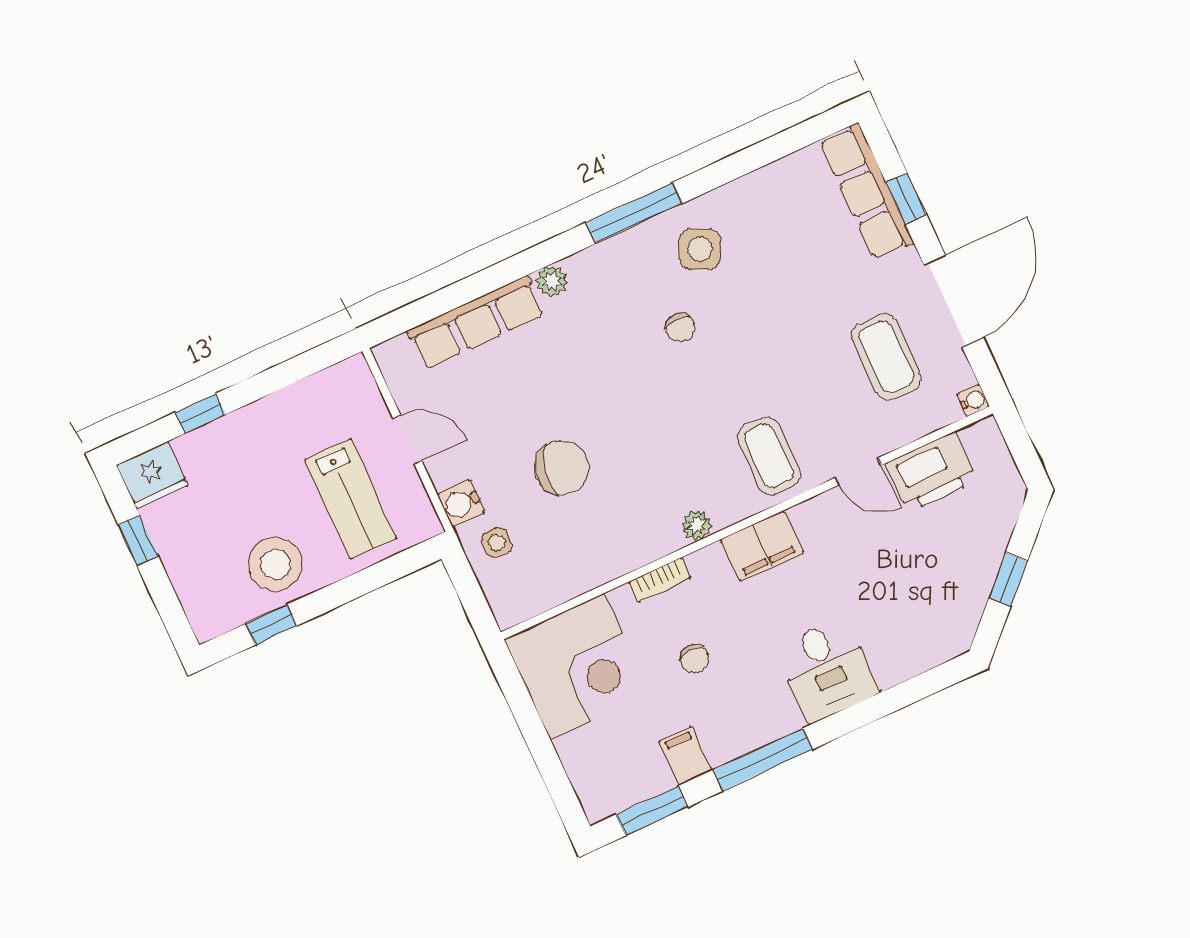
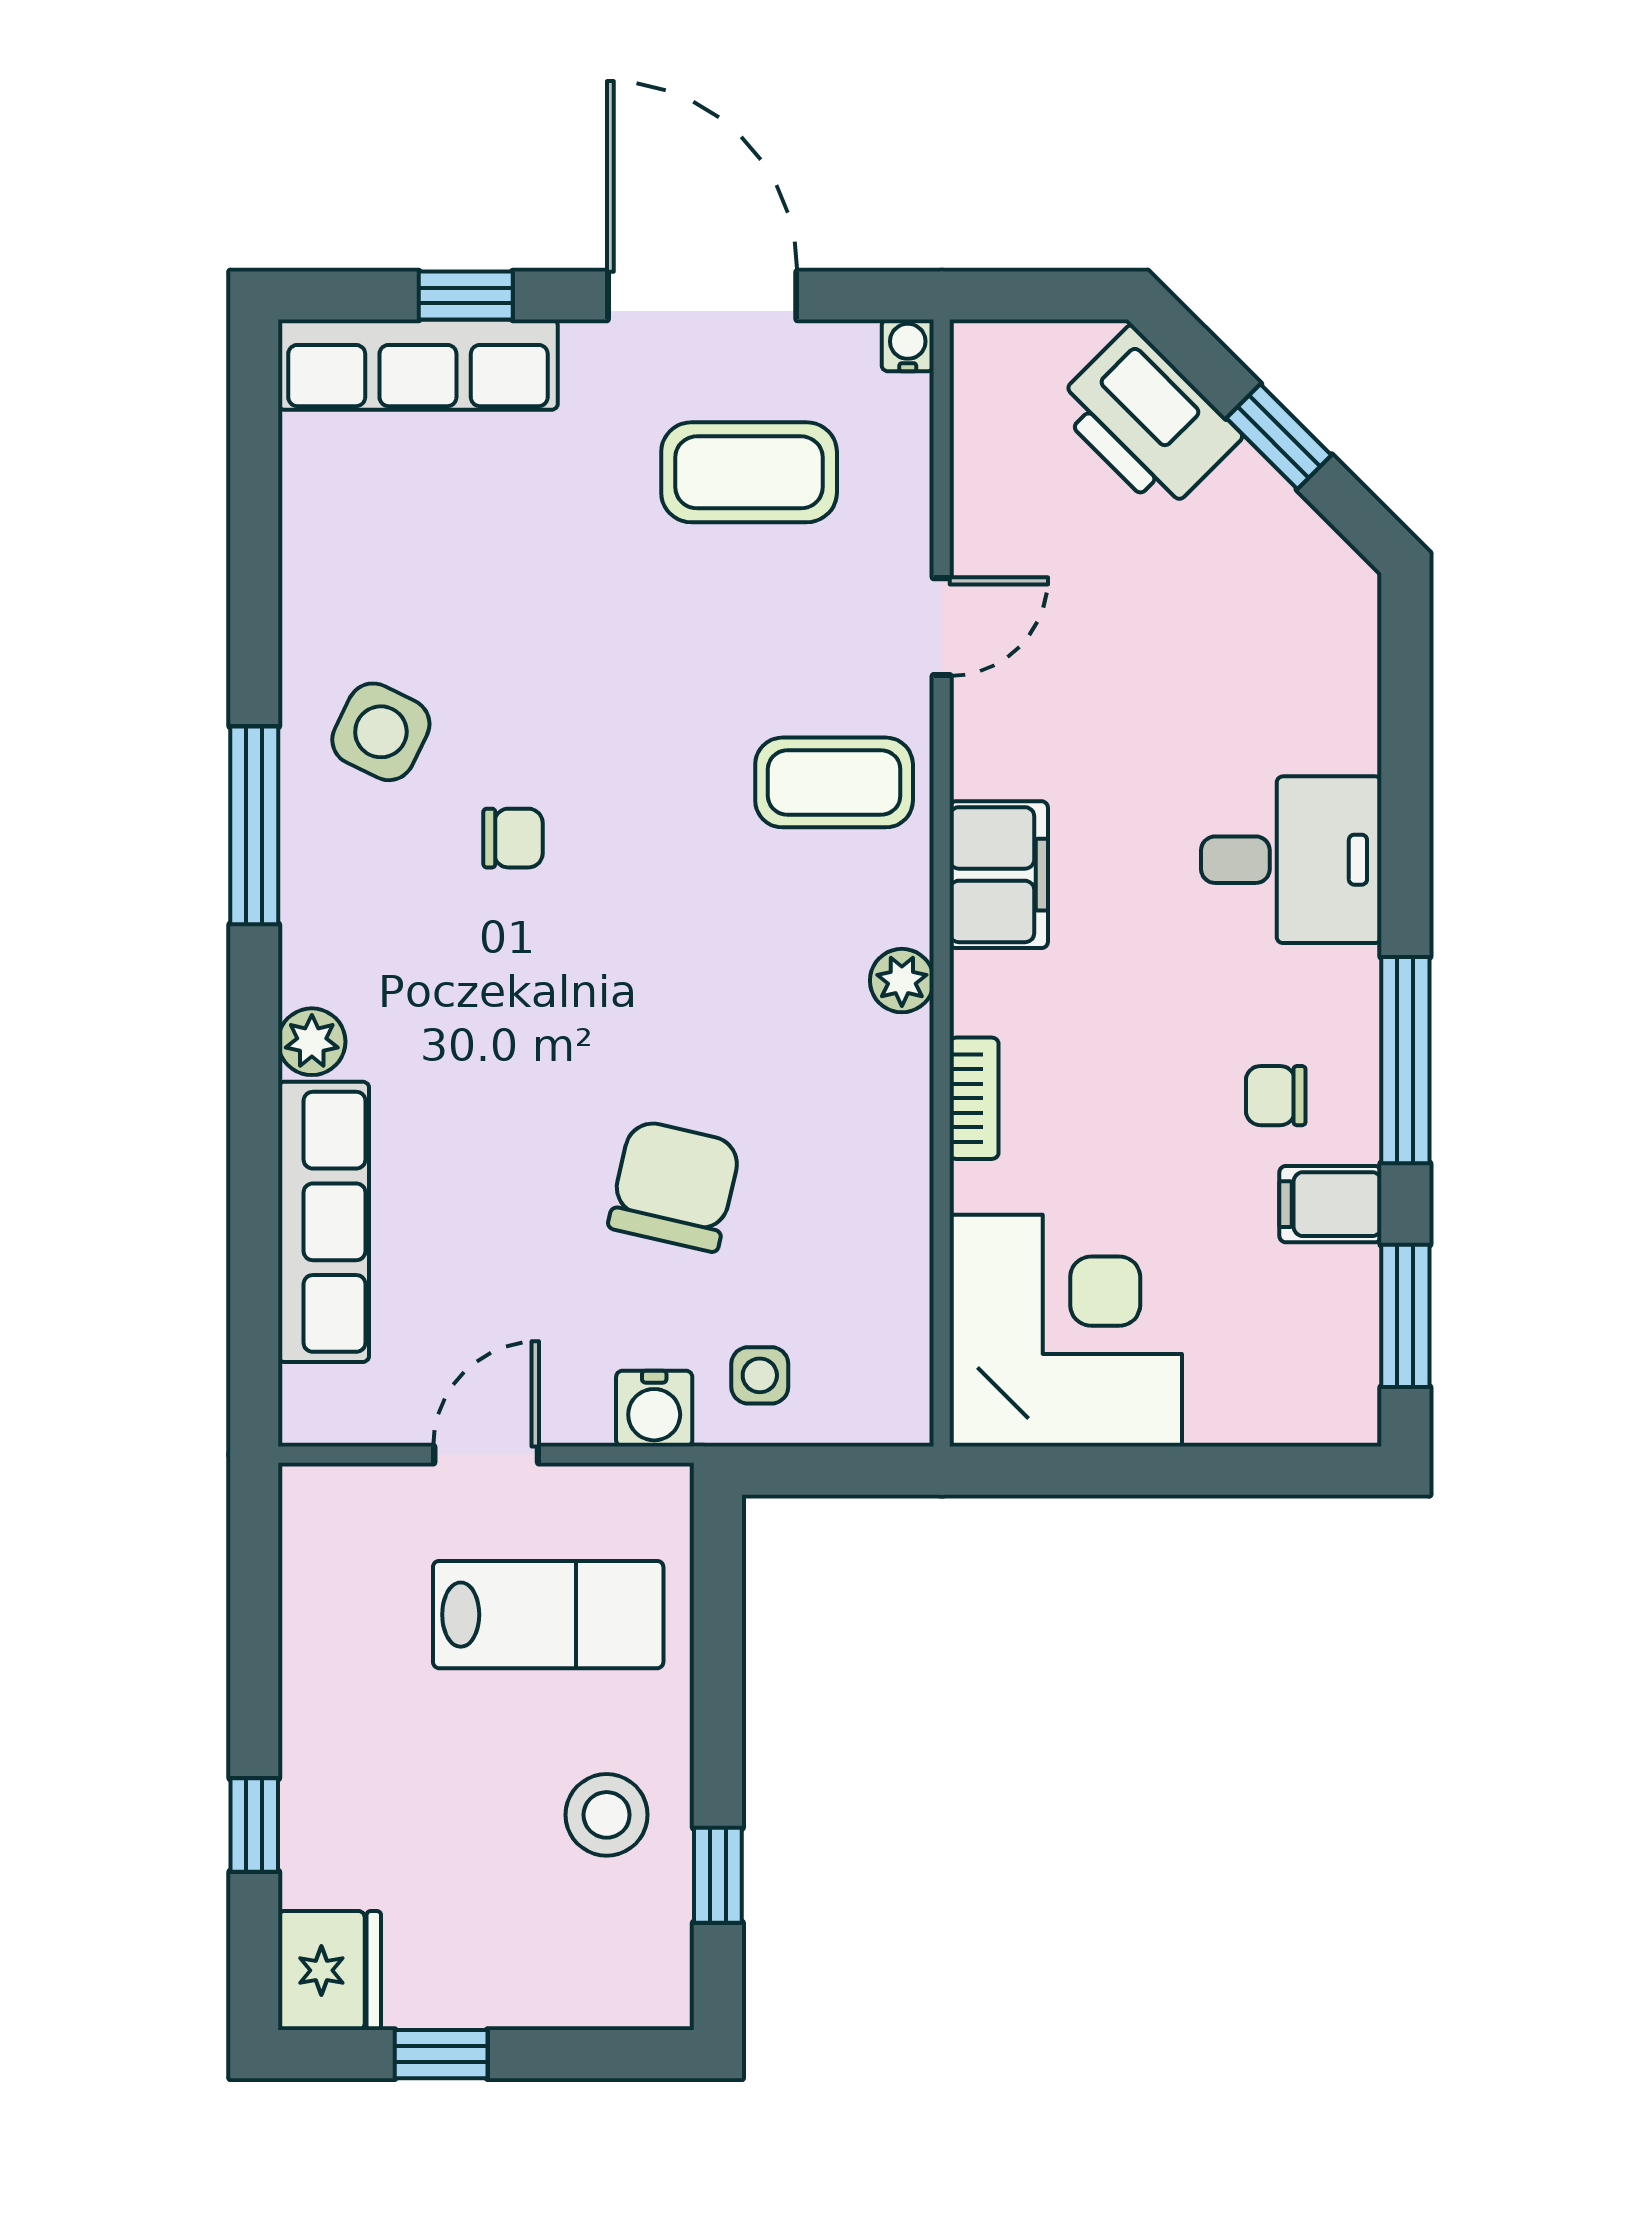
printer: (932, 472) -> (1147, 420), moved, turned 135
stool: (275, 564) -> (607, 1815), width x0.73, depth x0.73
chair: (695, 659) -> (1276, 1096), moved, turned 180

